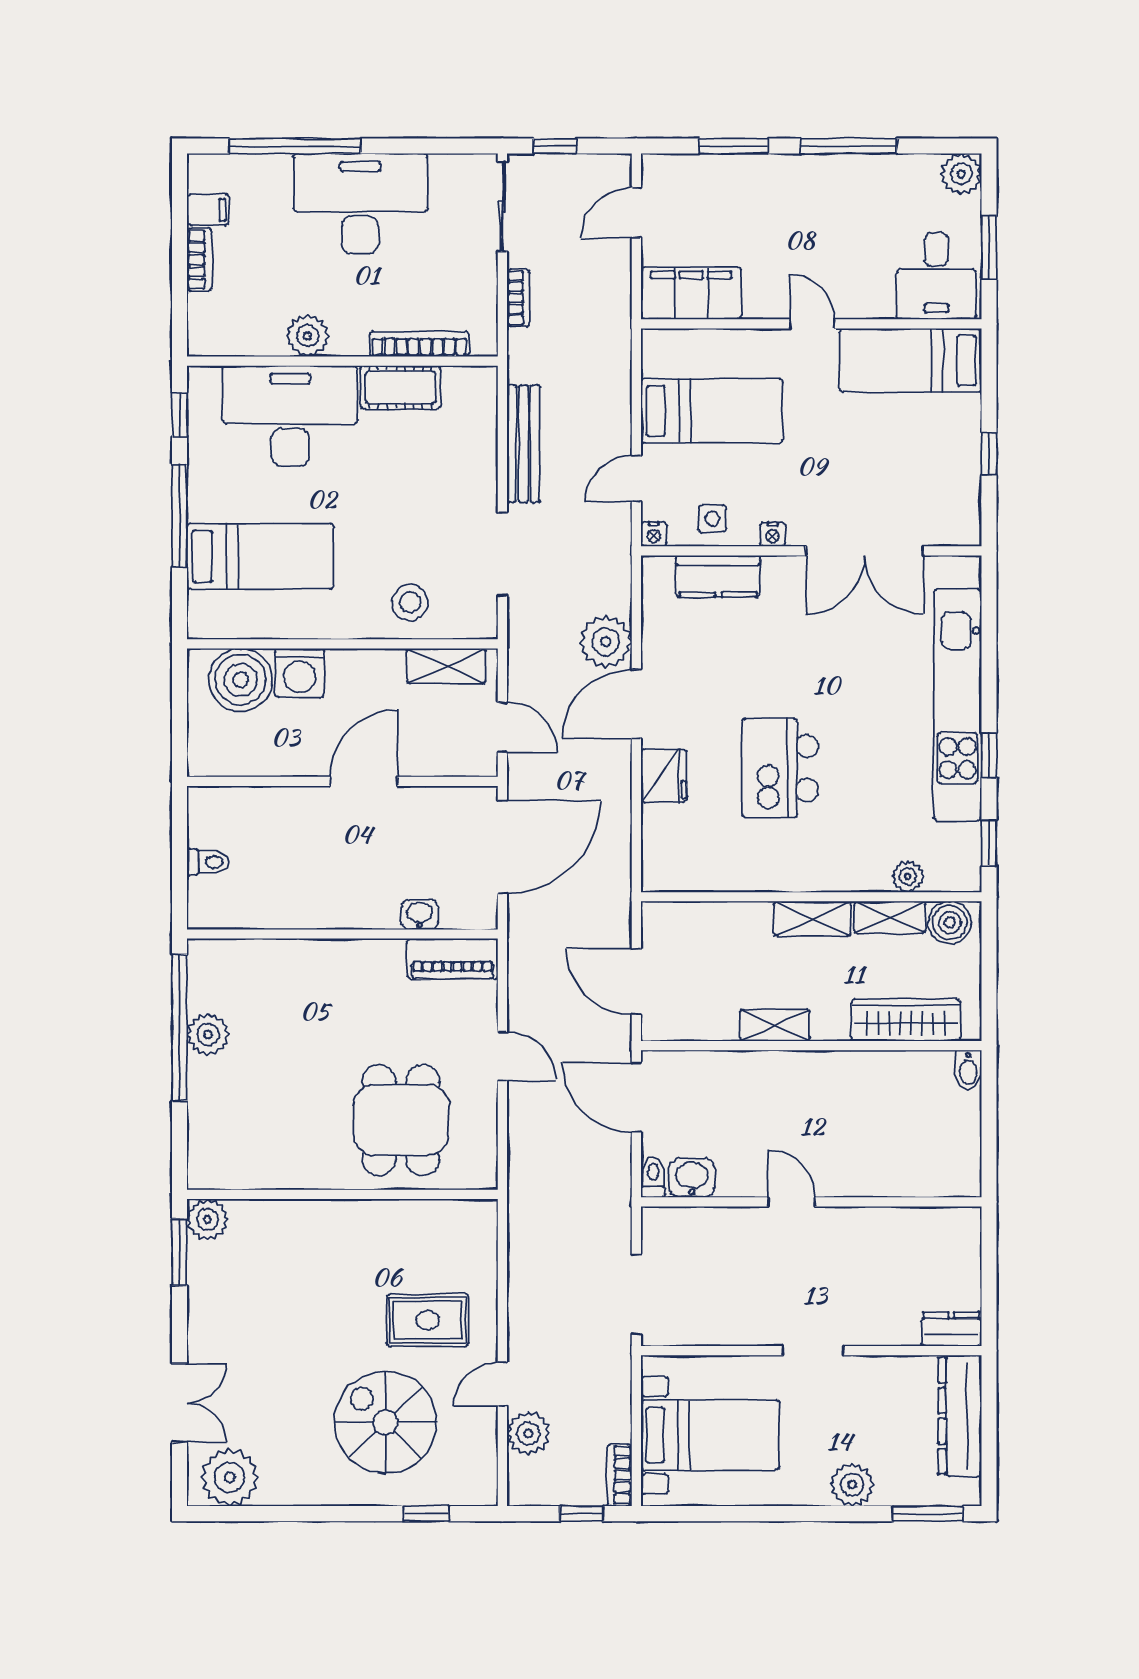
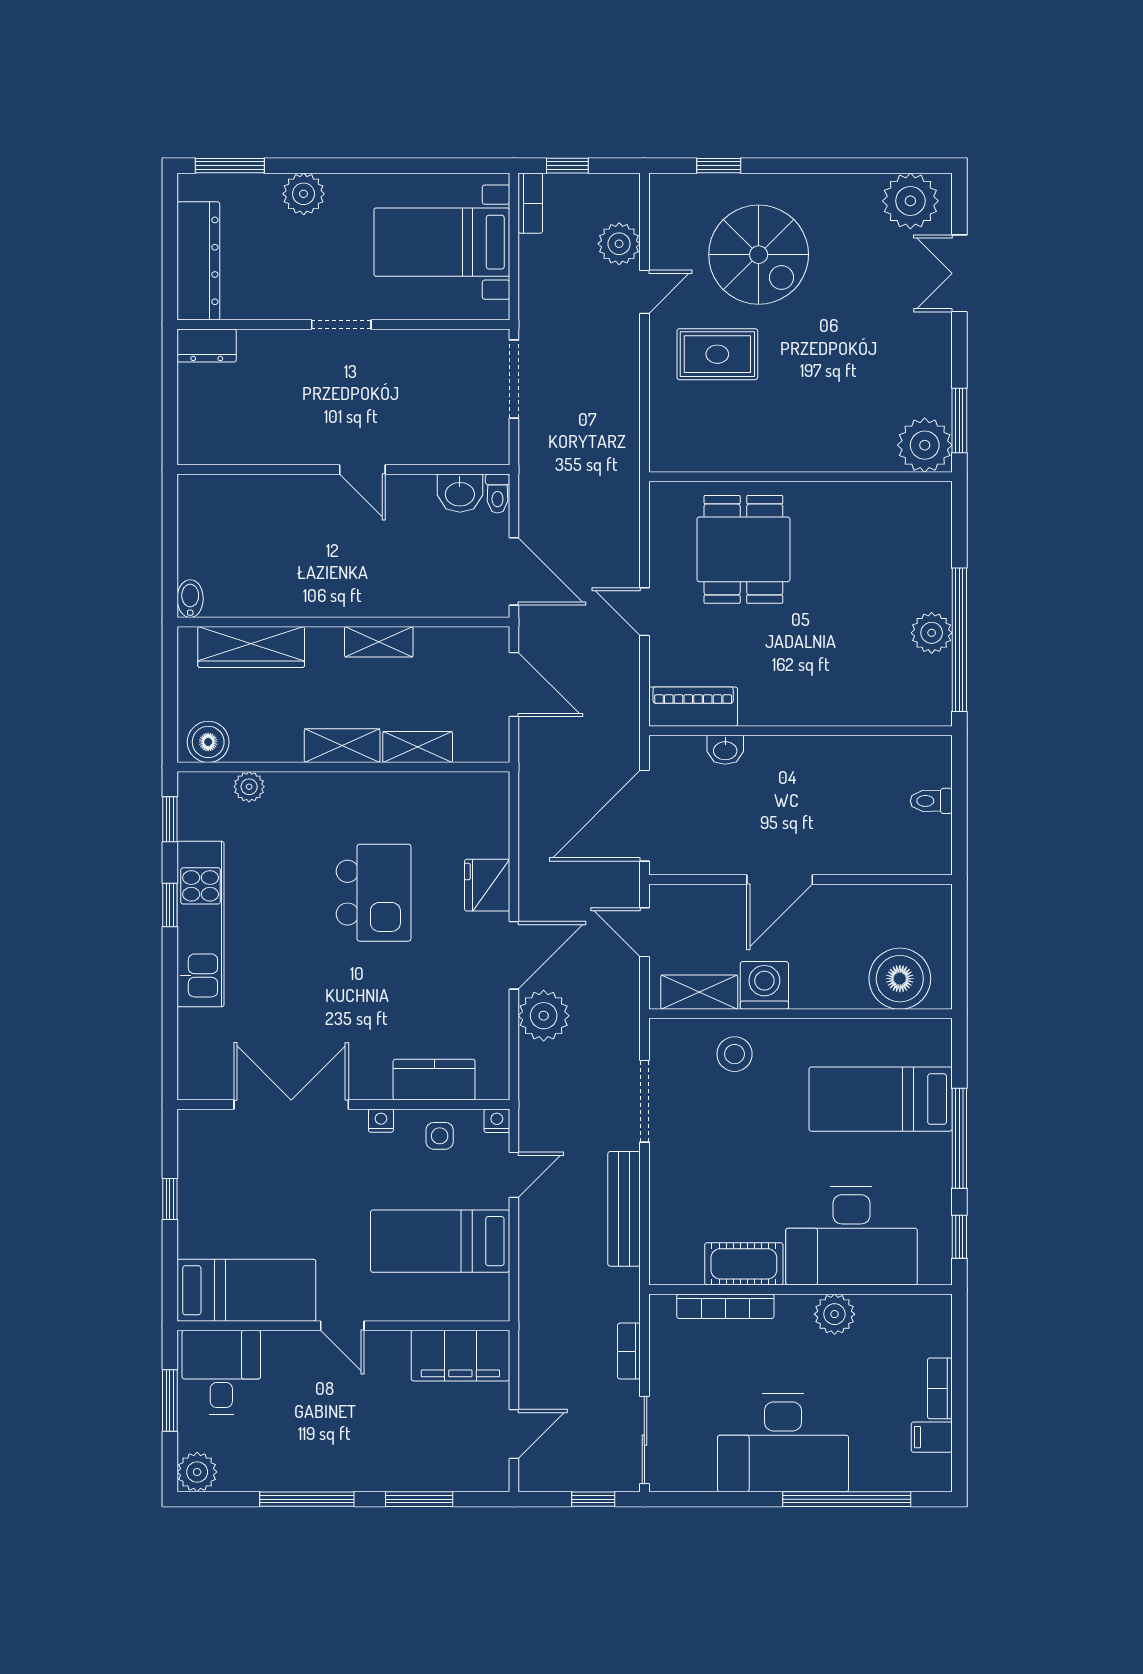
washing machine: (300, 673) -> (764, 985), moved
kitchen unit: (958, 705) -> (201, 924), width x0.73
shelving: (890, 917) -> (418, 747), moved
plant: (207, 1219) -> (925, 445), width x1.36, depth x1.36

